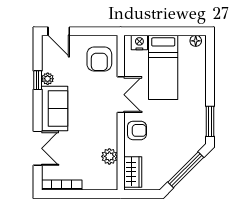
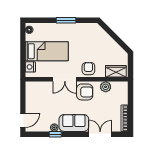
armchair: (99, 59) -> (85, 92), moved
double door: (121, 95) -> (65, 79), swing flipped
window: (210, 121) -> (66, 20), moved
window: (186, 170) -> (114, 36), removed

